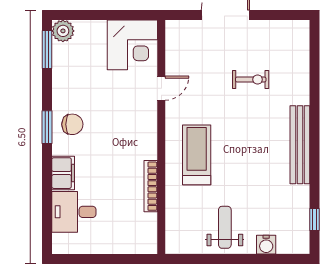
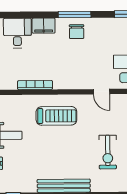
exercise bike: (251, 80) -> (108, 152), width x1.38, depth x1.39
window: (47, 127) -> (75, 15), width x1.44

